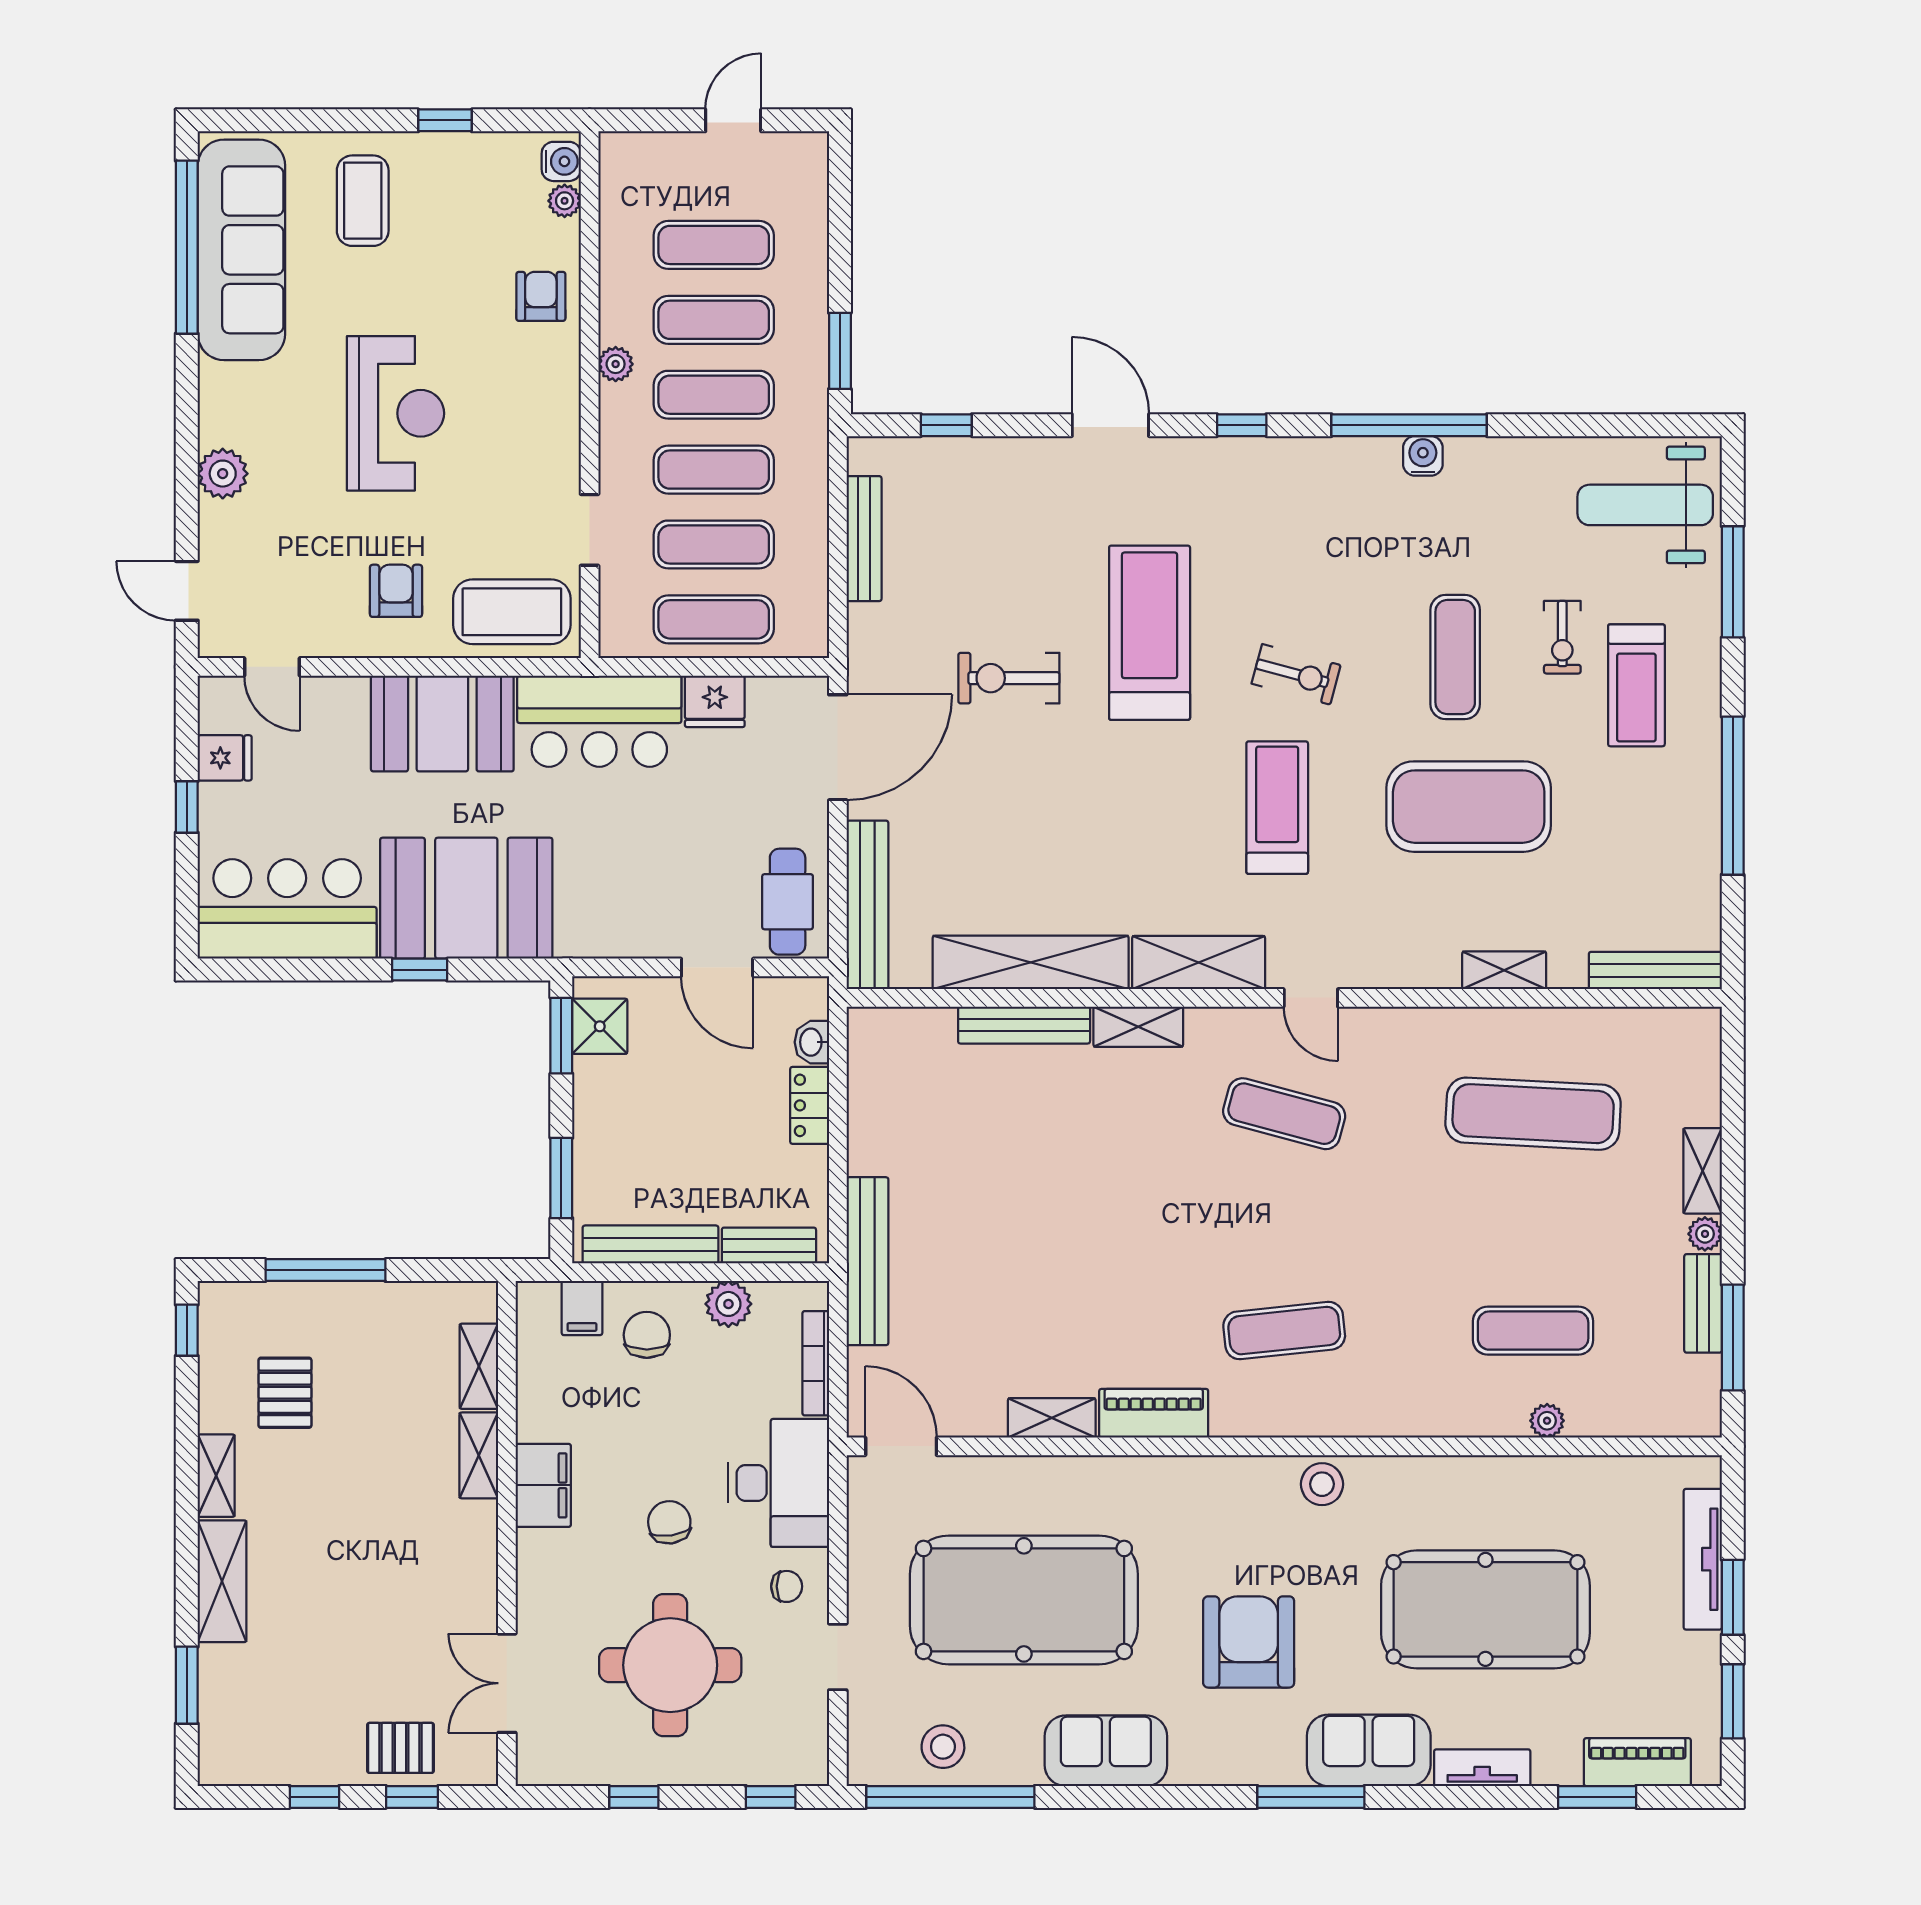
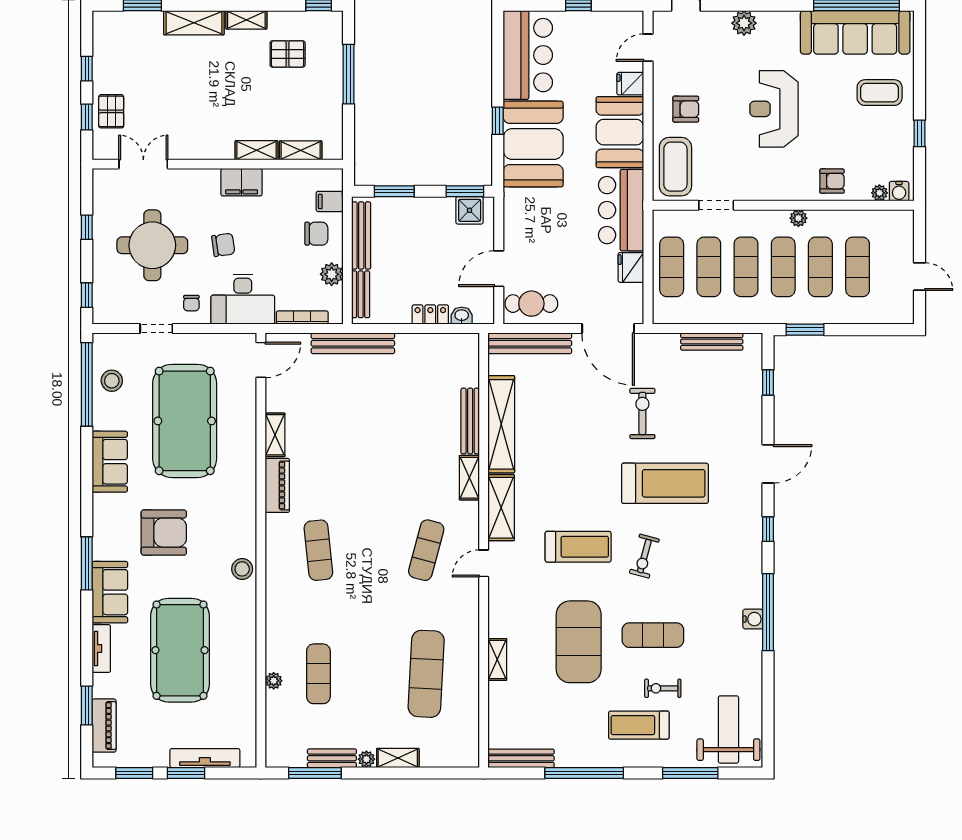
reception desk: (396, 413) -> (774, 109), turned 90
fridge: (225, 758) -> (630, 84), moved, turned 90
bench: (1655, 971) -> (521, 758), moved, turned 90

